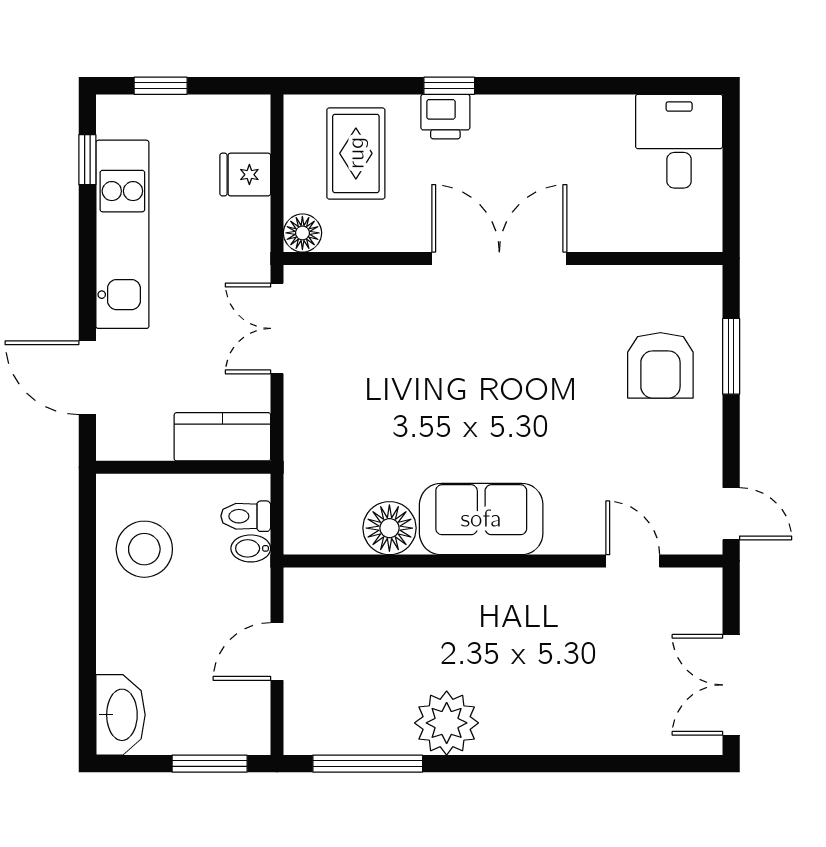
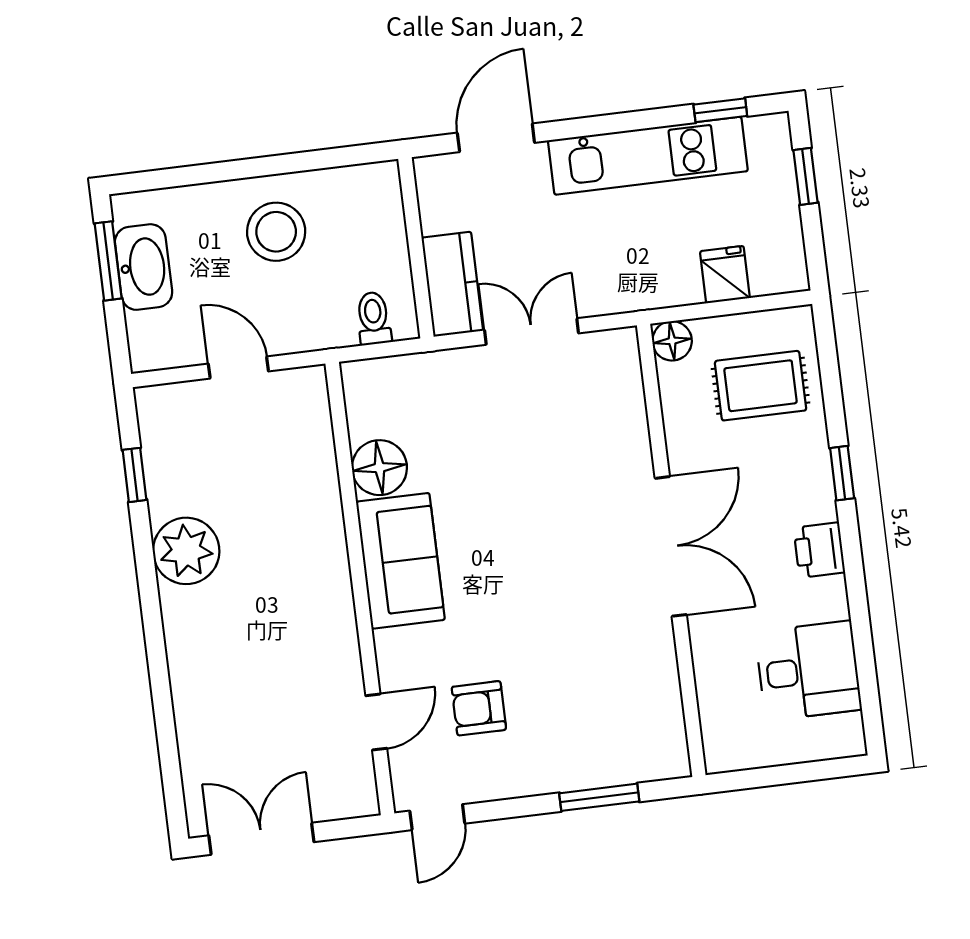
printer: (445, 117) -> (819, 550), moved
desk: (679, 141) -> (808, 671), moved
double door: (277, 328) -> (532, 332), moved
armchair: (660, 365) -> (479, 708), moved, width x0.72, depth x0.72
bidet: (251, 548) -> (341, 327), removed
stool: (144, 549) -> (276, 232), moved
washbasin: (120, 715) -> (144, 267), moved, turned -90
window: (210, 764) -> (108, 261), moved
window: (368, 764) -> (134, 475), width x0.46

